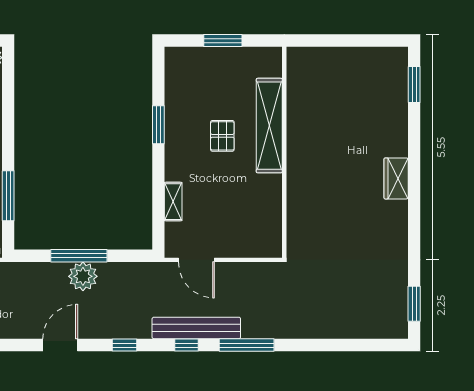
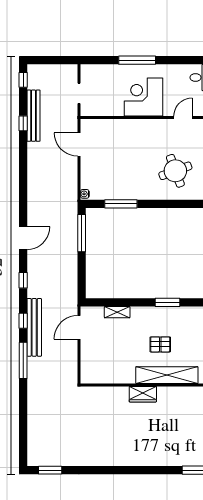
wardrobe: (396, 178) -> (143, 394), moved, turned 180
window: (79, 256) -> (82, 233), moved
plant: (83, 276) -> (68, 253), removed
door: (60, 345) -> (23, 238), hinge flipped

